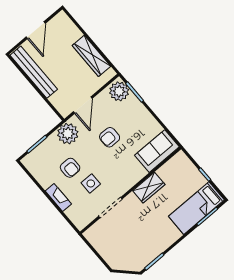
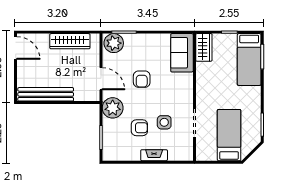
door: (36, 30) -> (16, 48), moved
wardrobe: (149, 188) -> (204, 47), moved
bed: (124, 243) -> (229, 135), added

